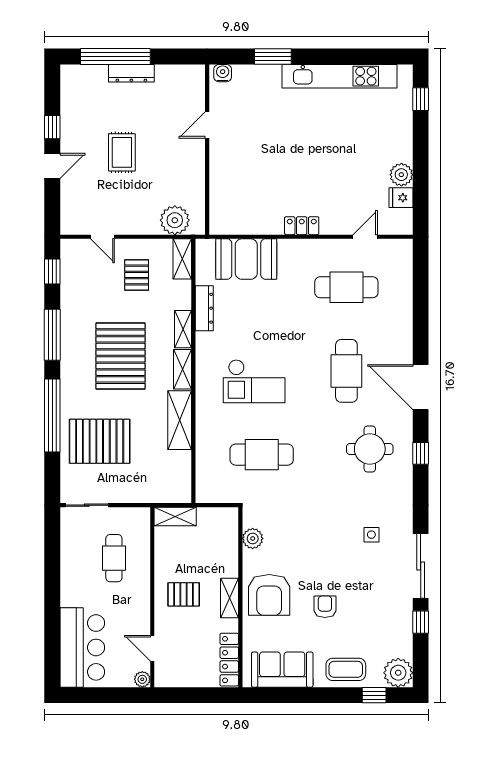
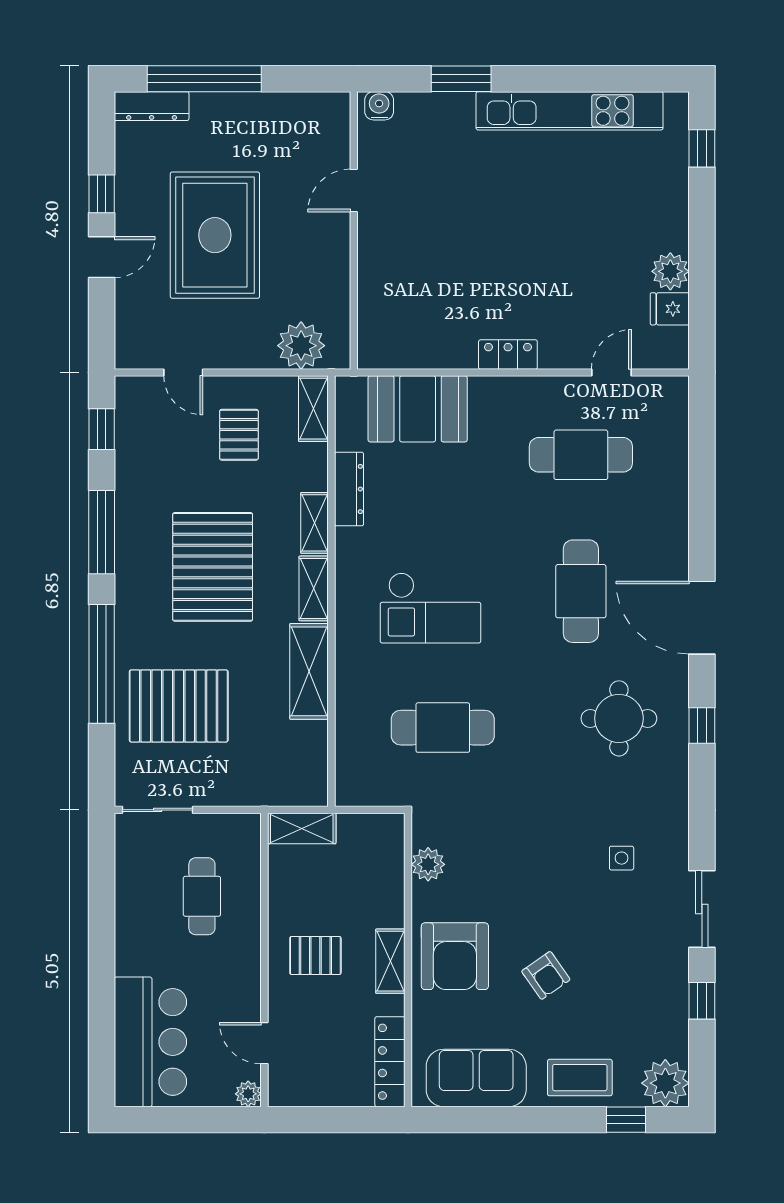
dresser: (131, 73) -> (152, 106), moved
rug: (122, 152) -> (215, 235), width x1.86, depth x2.06
sliding door: (421, 566) -> (702, 909), width x0.73
armchair: (325, 607) -> (546, 975), turned 145

